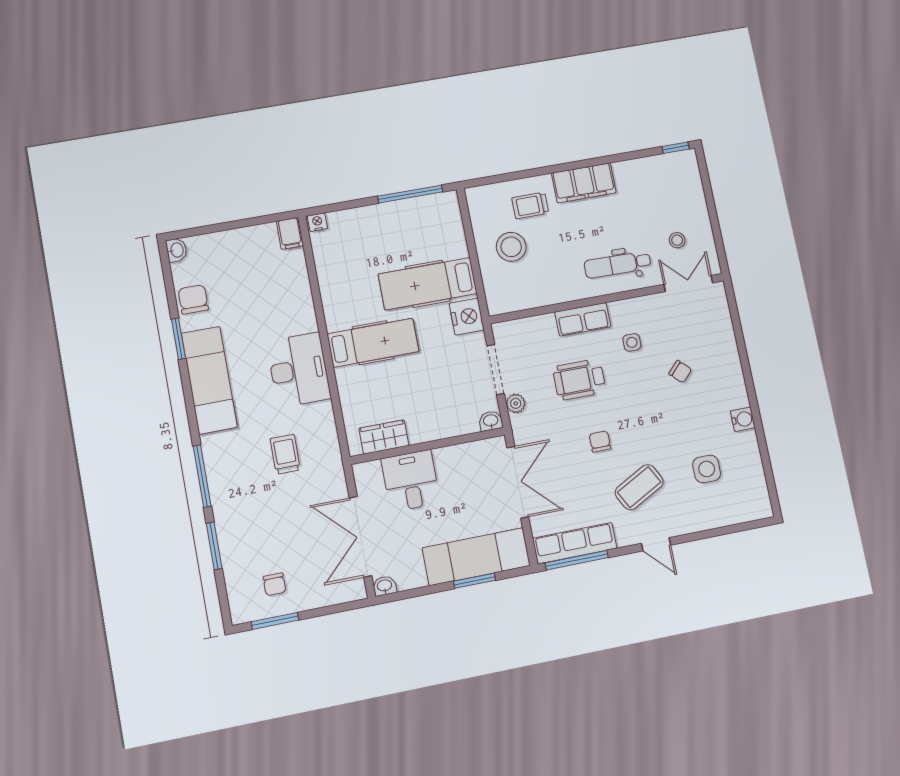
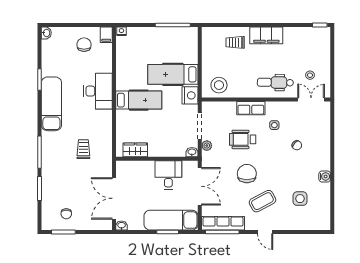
stool: (511, 247) -> (219, 85), moved
chair: (193, 299) -> (84, 45), moved
desk: (299, 370) -> (98, 91), moved
chair: (600, 441) -> (247, 174), width x1.87, depth x1.87
desk: (411, 481) -> (168, 175), moved

